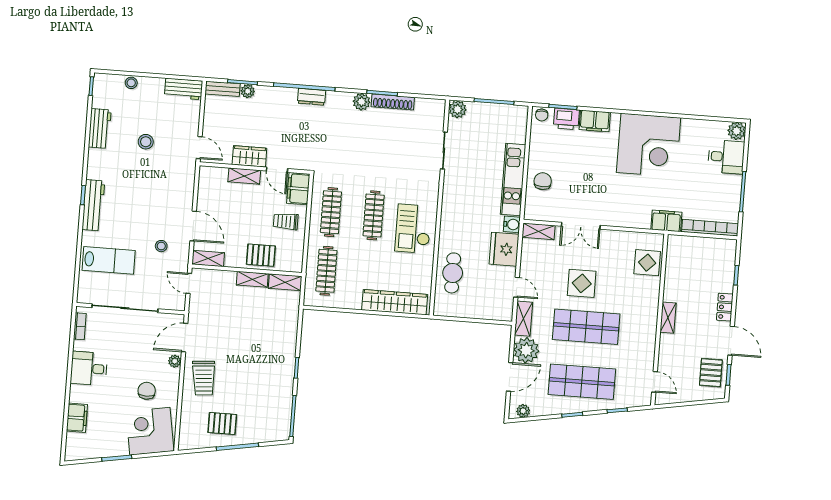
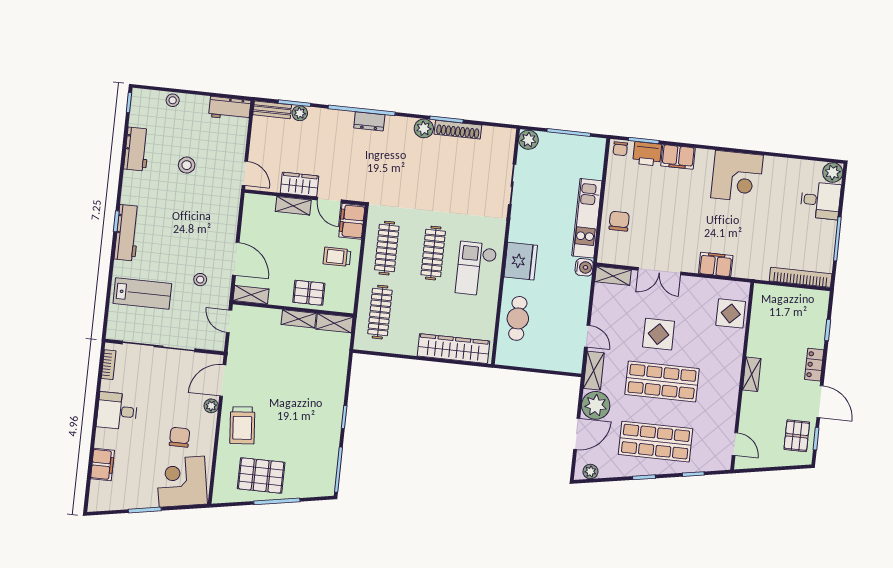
corner desk: (649, 145) -> (737, 176), width x0.74, depth x0.74
filing cabinet: (666, 221) -> (716, 264), moved
fridge: (504, 249) -> (521, 261), moved, turned 180
pallet: (222, 423) -> (261, 476), width x1.50, depth x1.42

